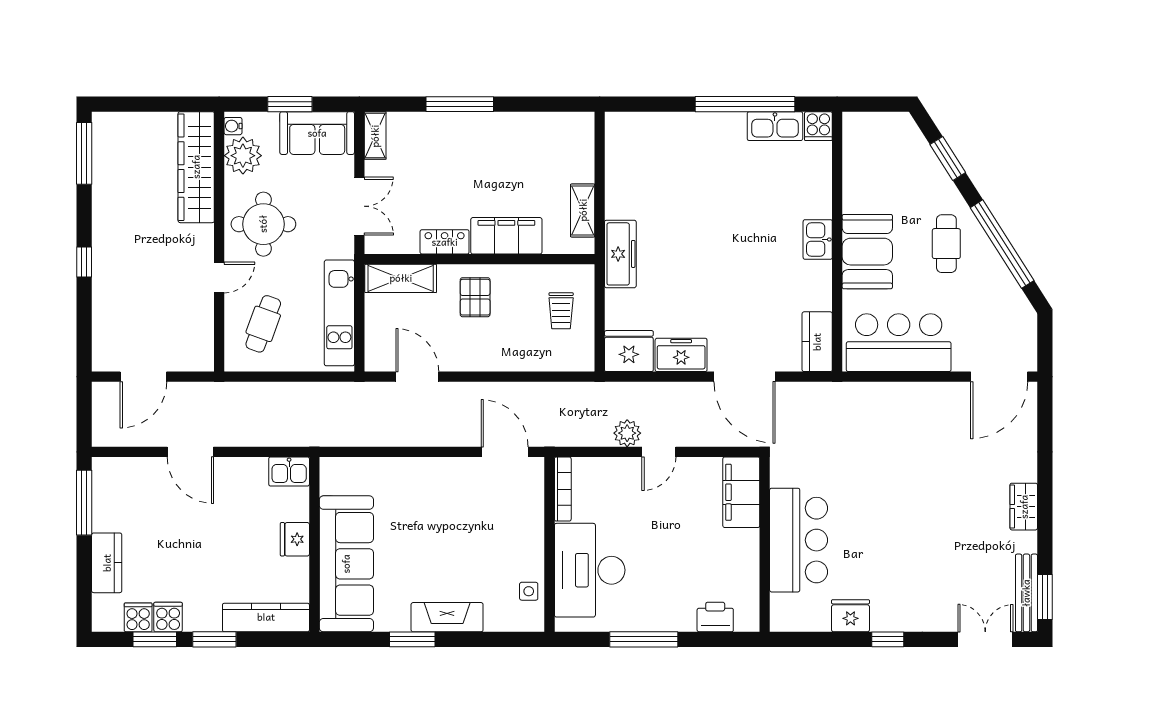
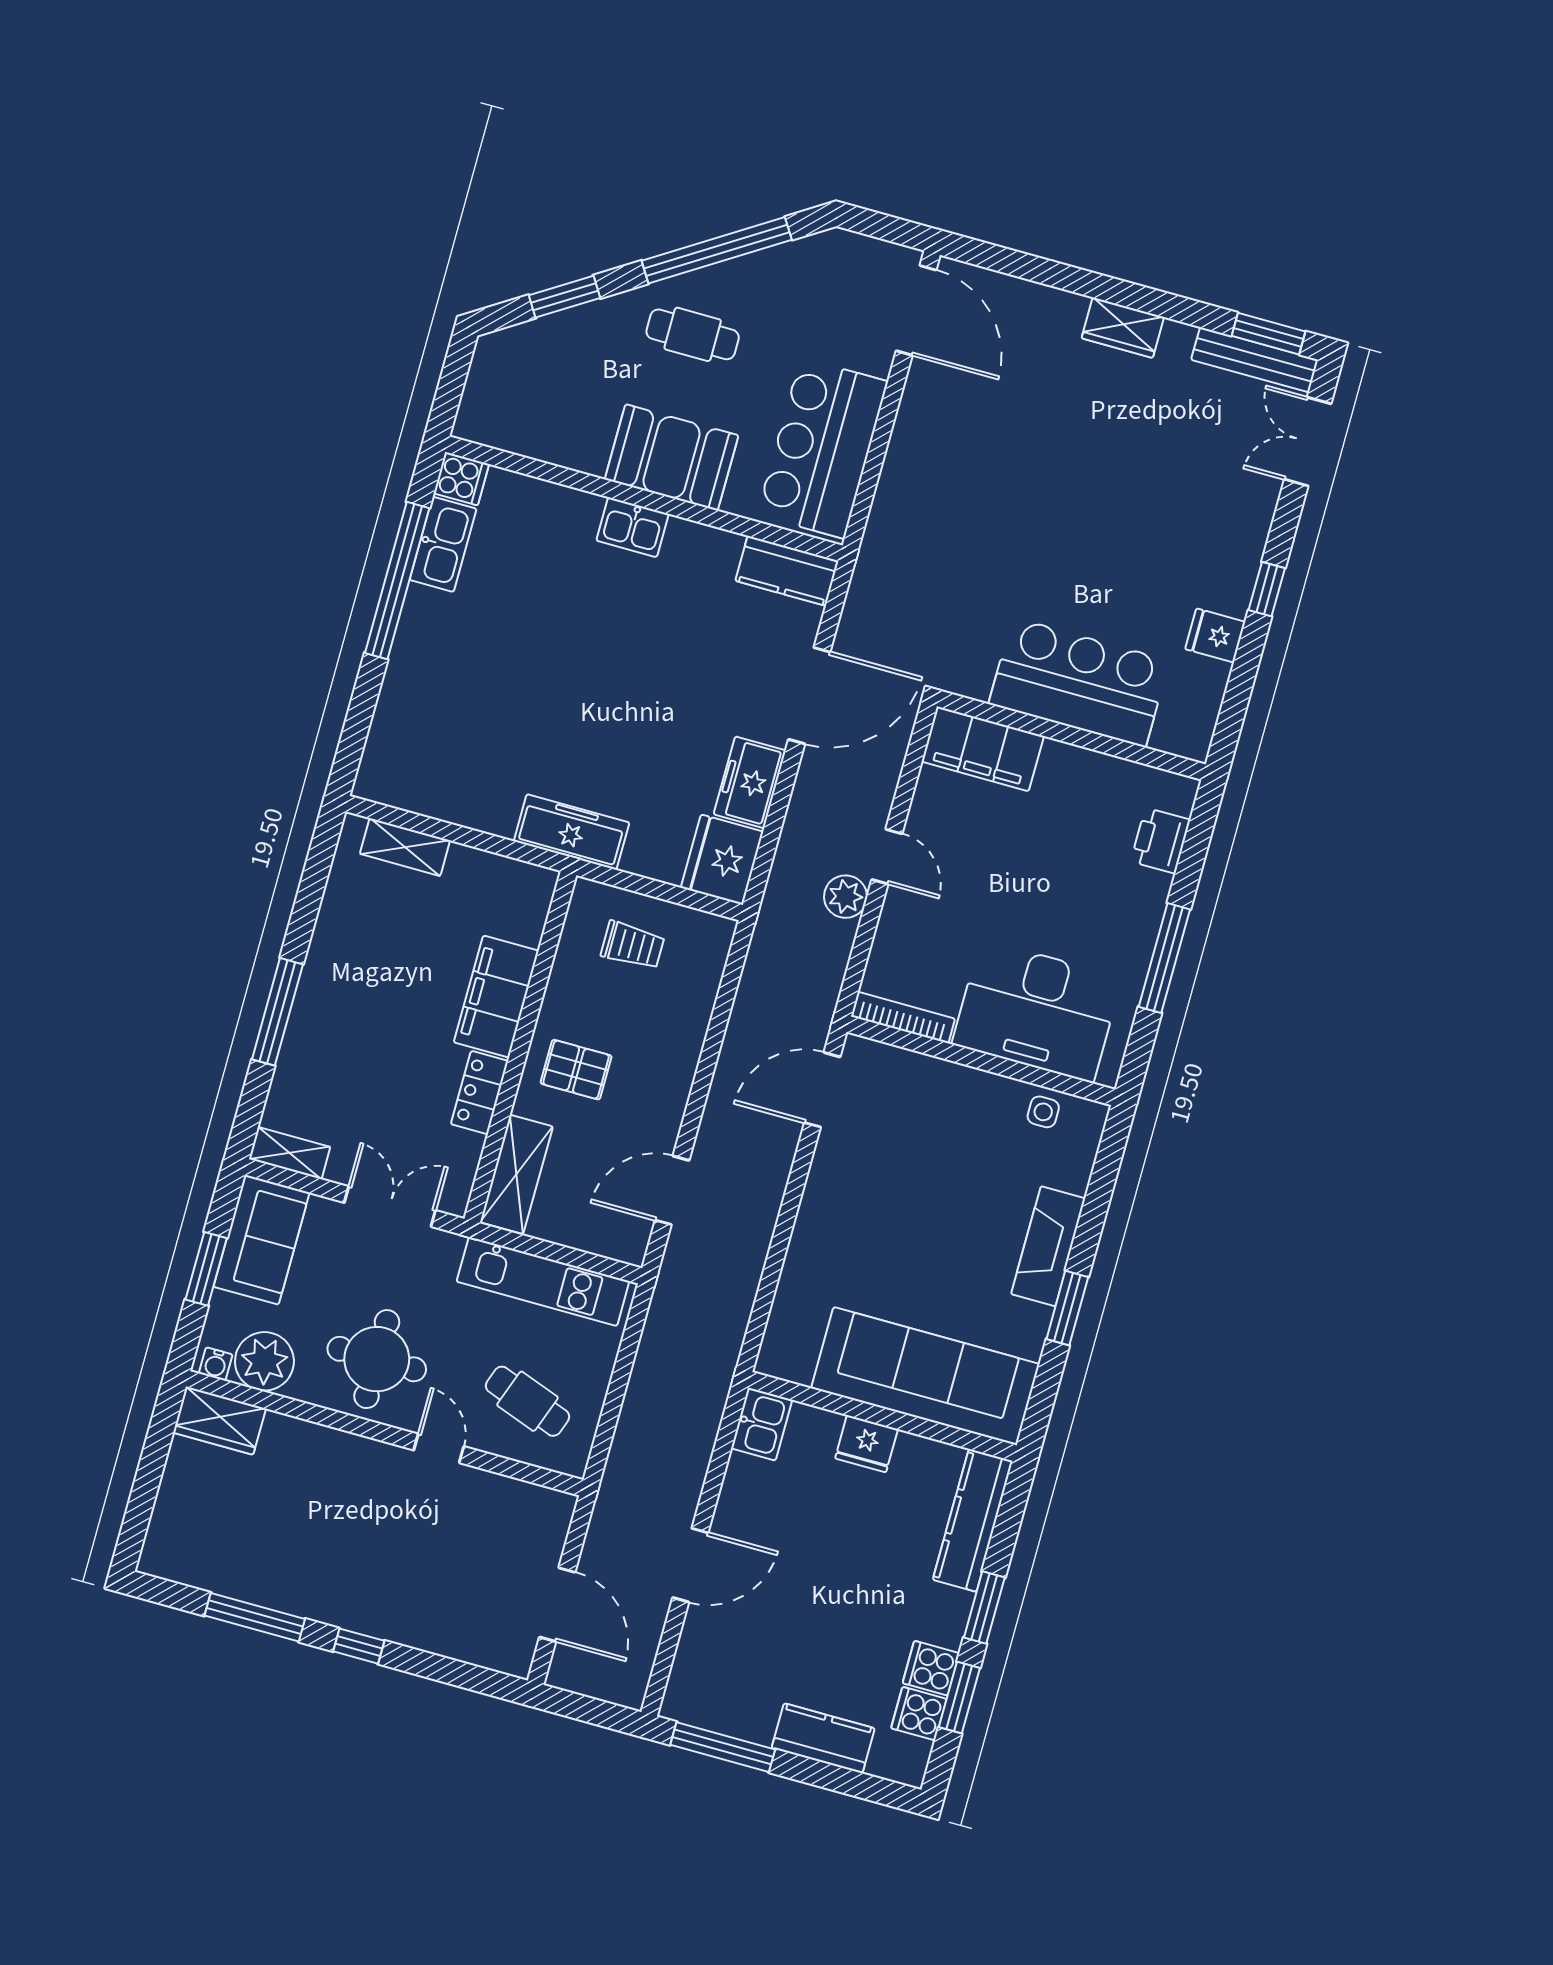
window: (84, 153) -> (255, 1617), moved
wardrobe: (196, 167) -> (219, 1421), width x0.48, depth x0.85
shelving: (583, 210) -> (405, 847), moved
fridge: (850, 616) -> (1215, 635), width x0.72

